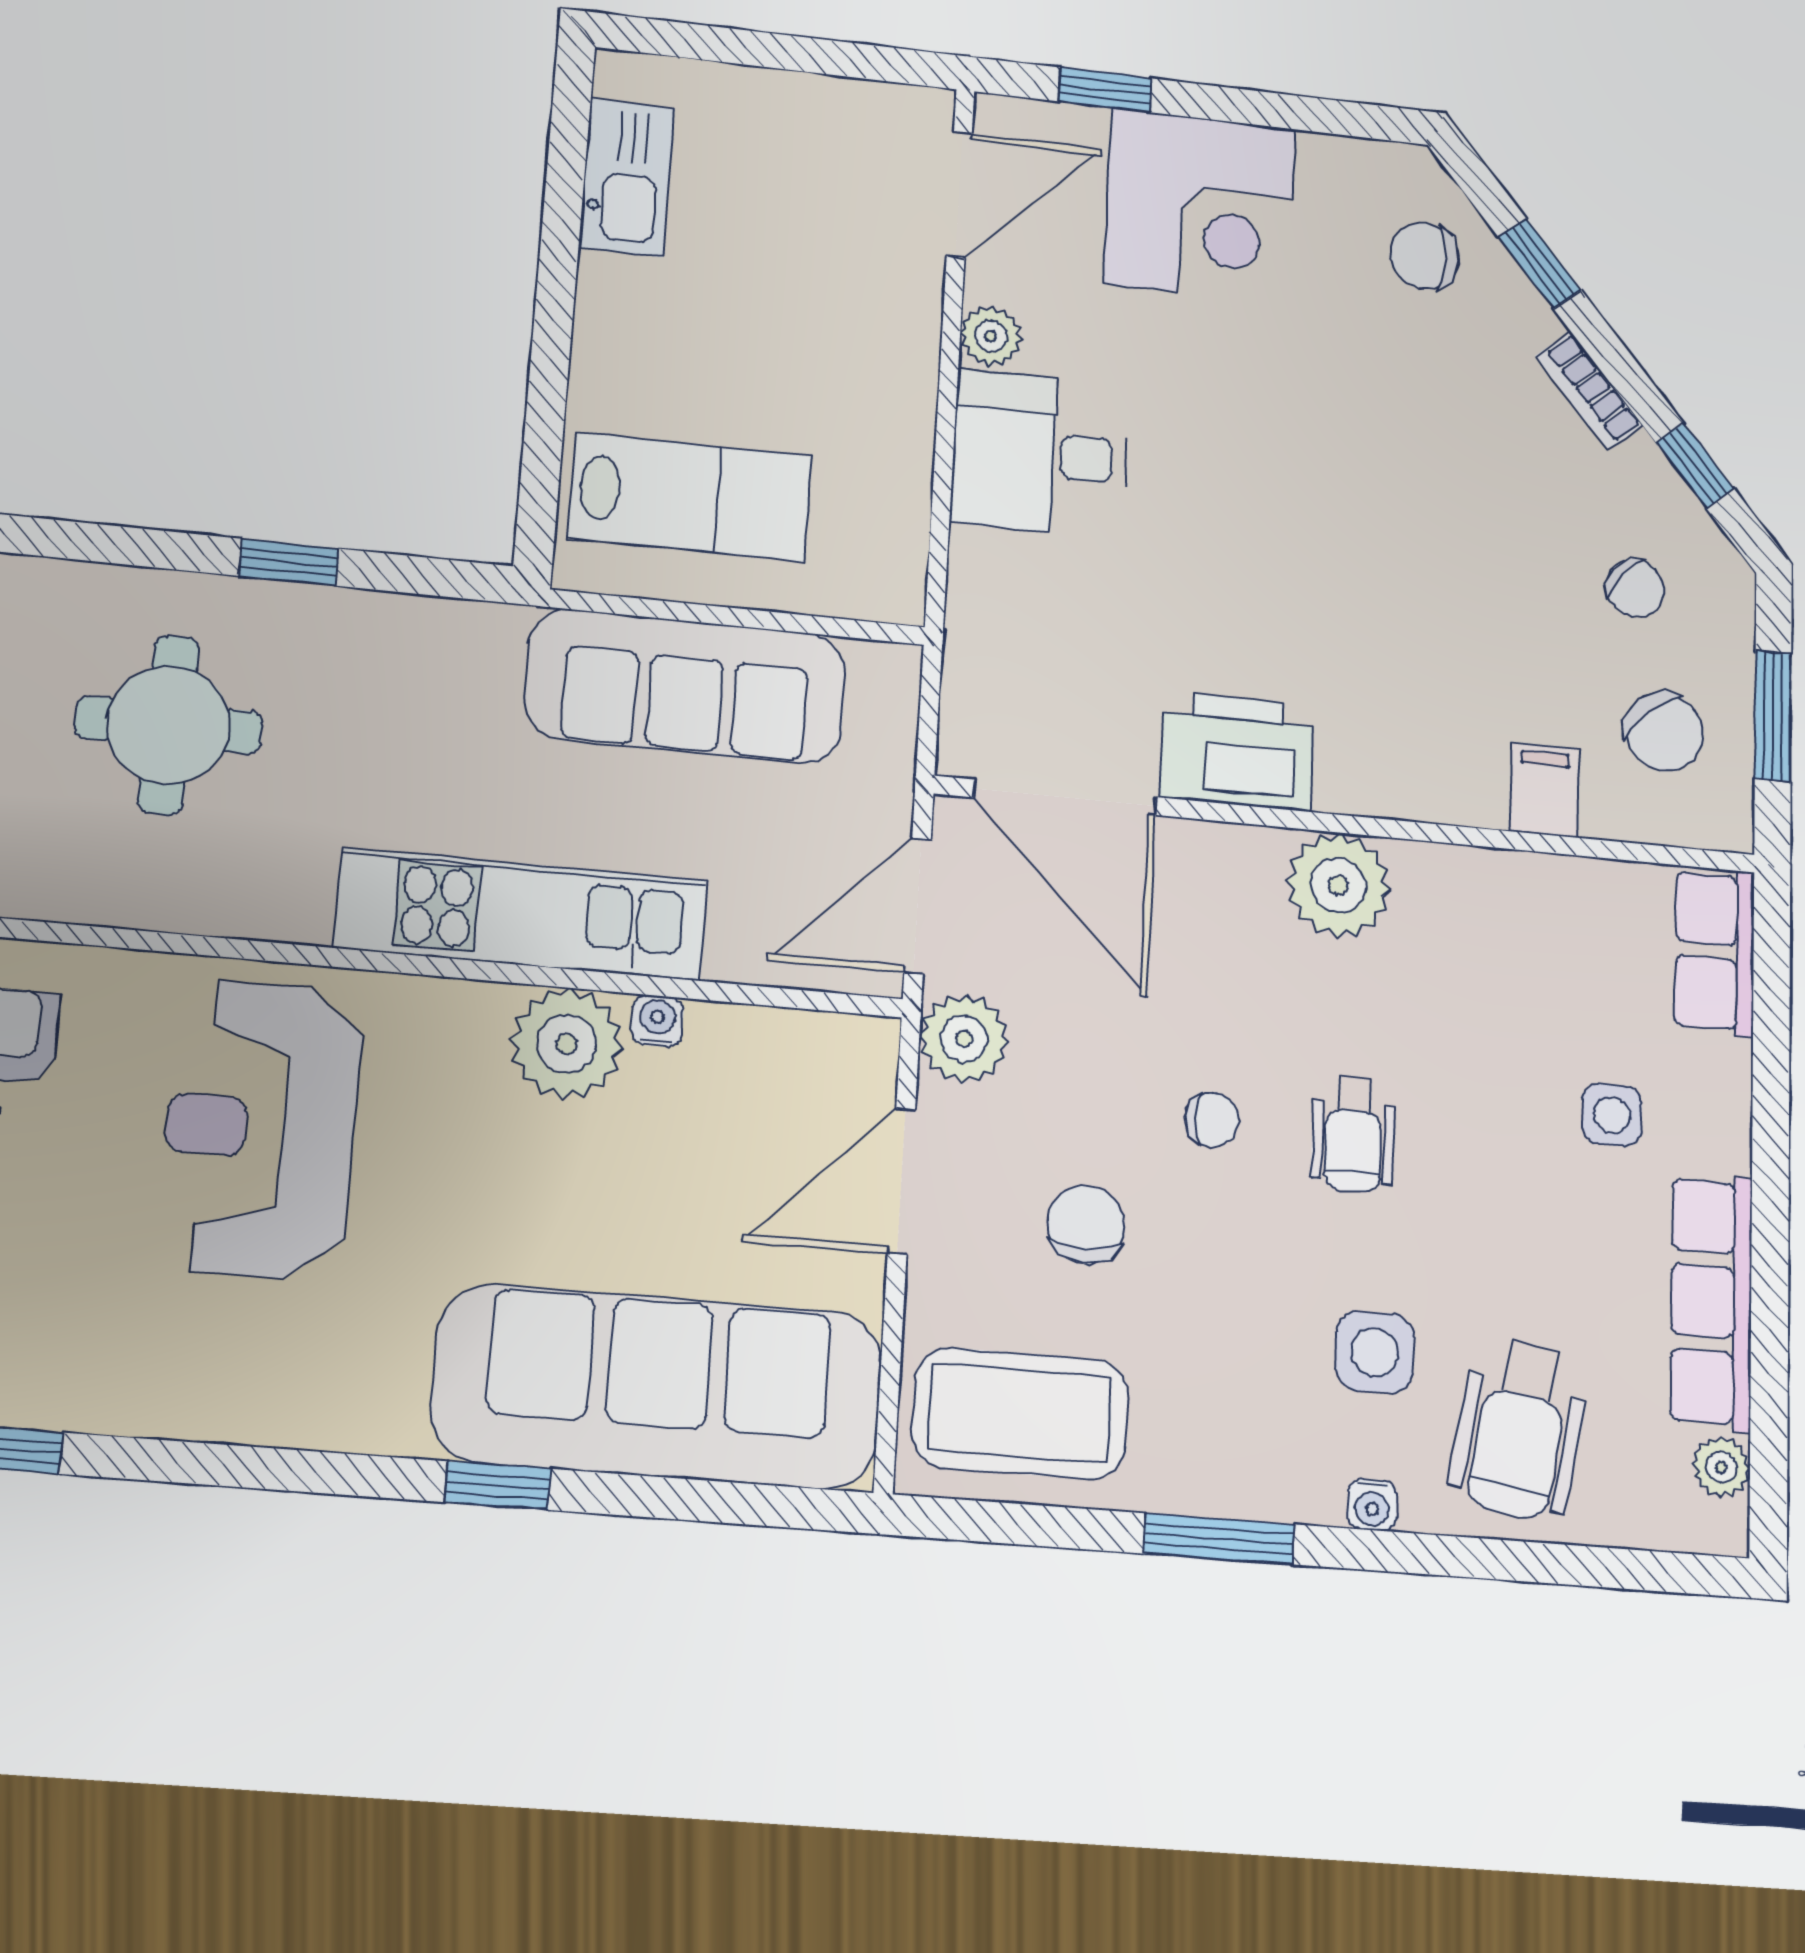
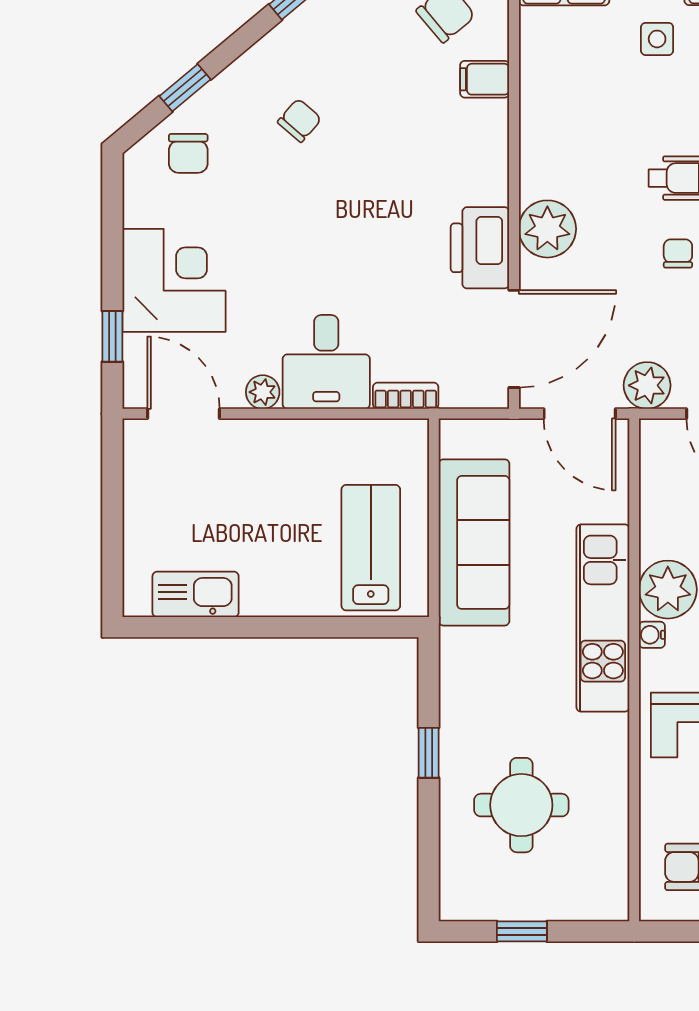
bookcase: (1589, 391) -> (406, 396), moved, turned -140
chair: (1635, 588) -> (299, 120), moved
plant: (1338, 885) -> (547, 229), moved
water cooler: (657, 1021) -> (652, 635), moved

